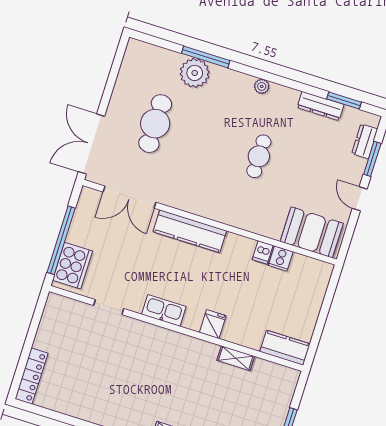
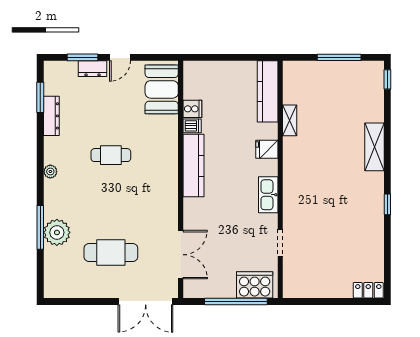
dresser: (365, 141) -> (93, 69), moved
kitchen counter: (190, 231) -> (194, 166), moved
kitchen counter: (285, 348) -> (268, 91), width x1.50
locker: (31, 376) -> (368, 290), width x0.66

